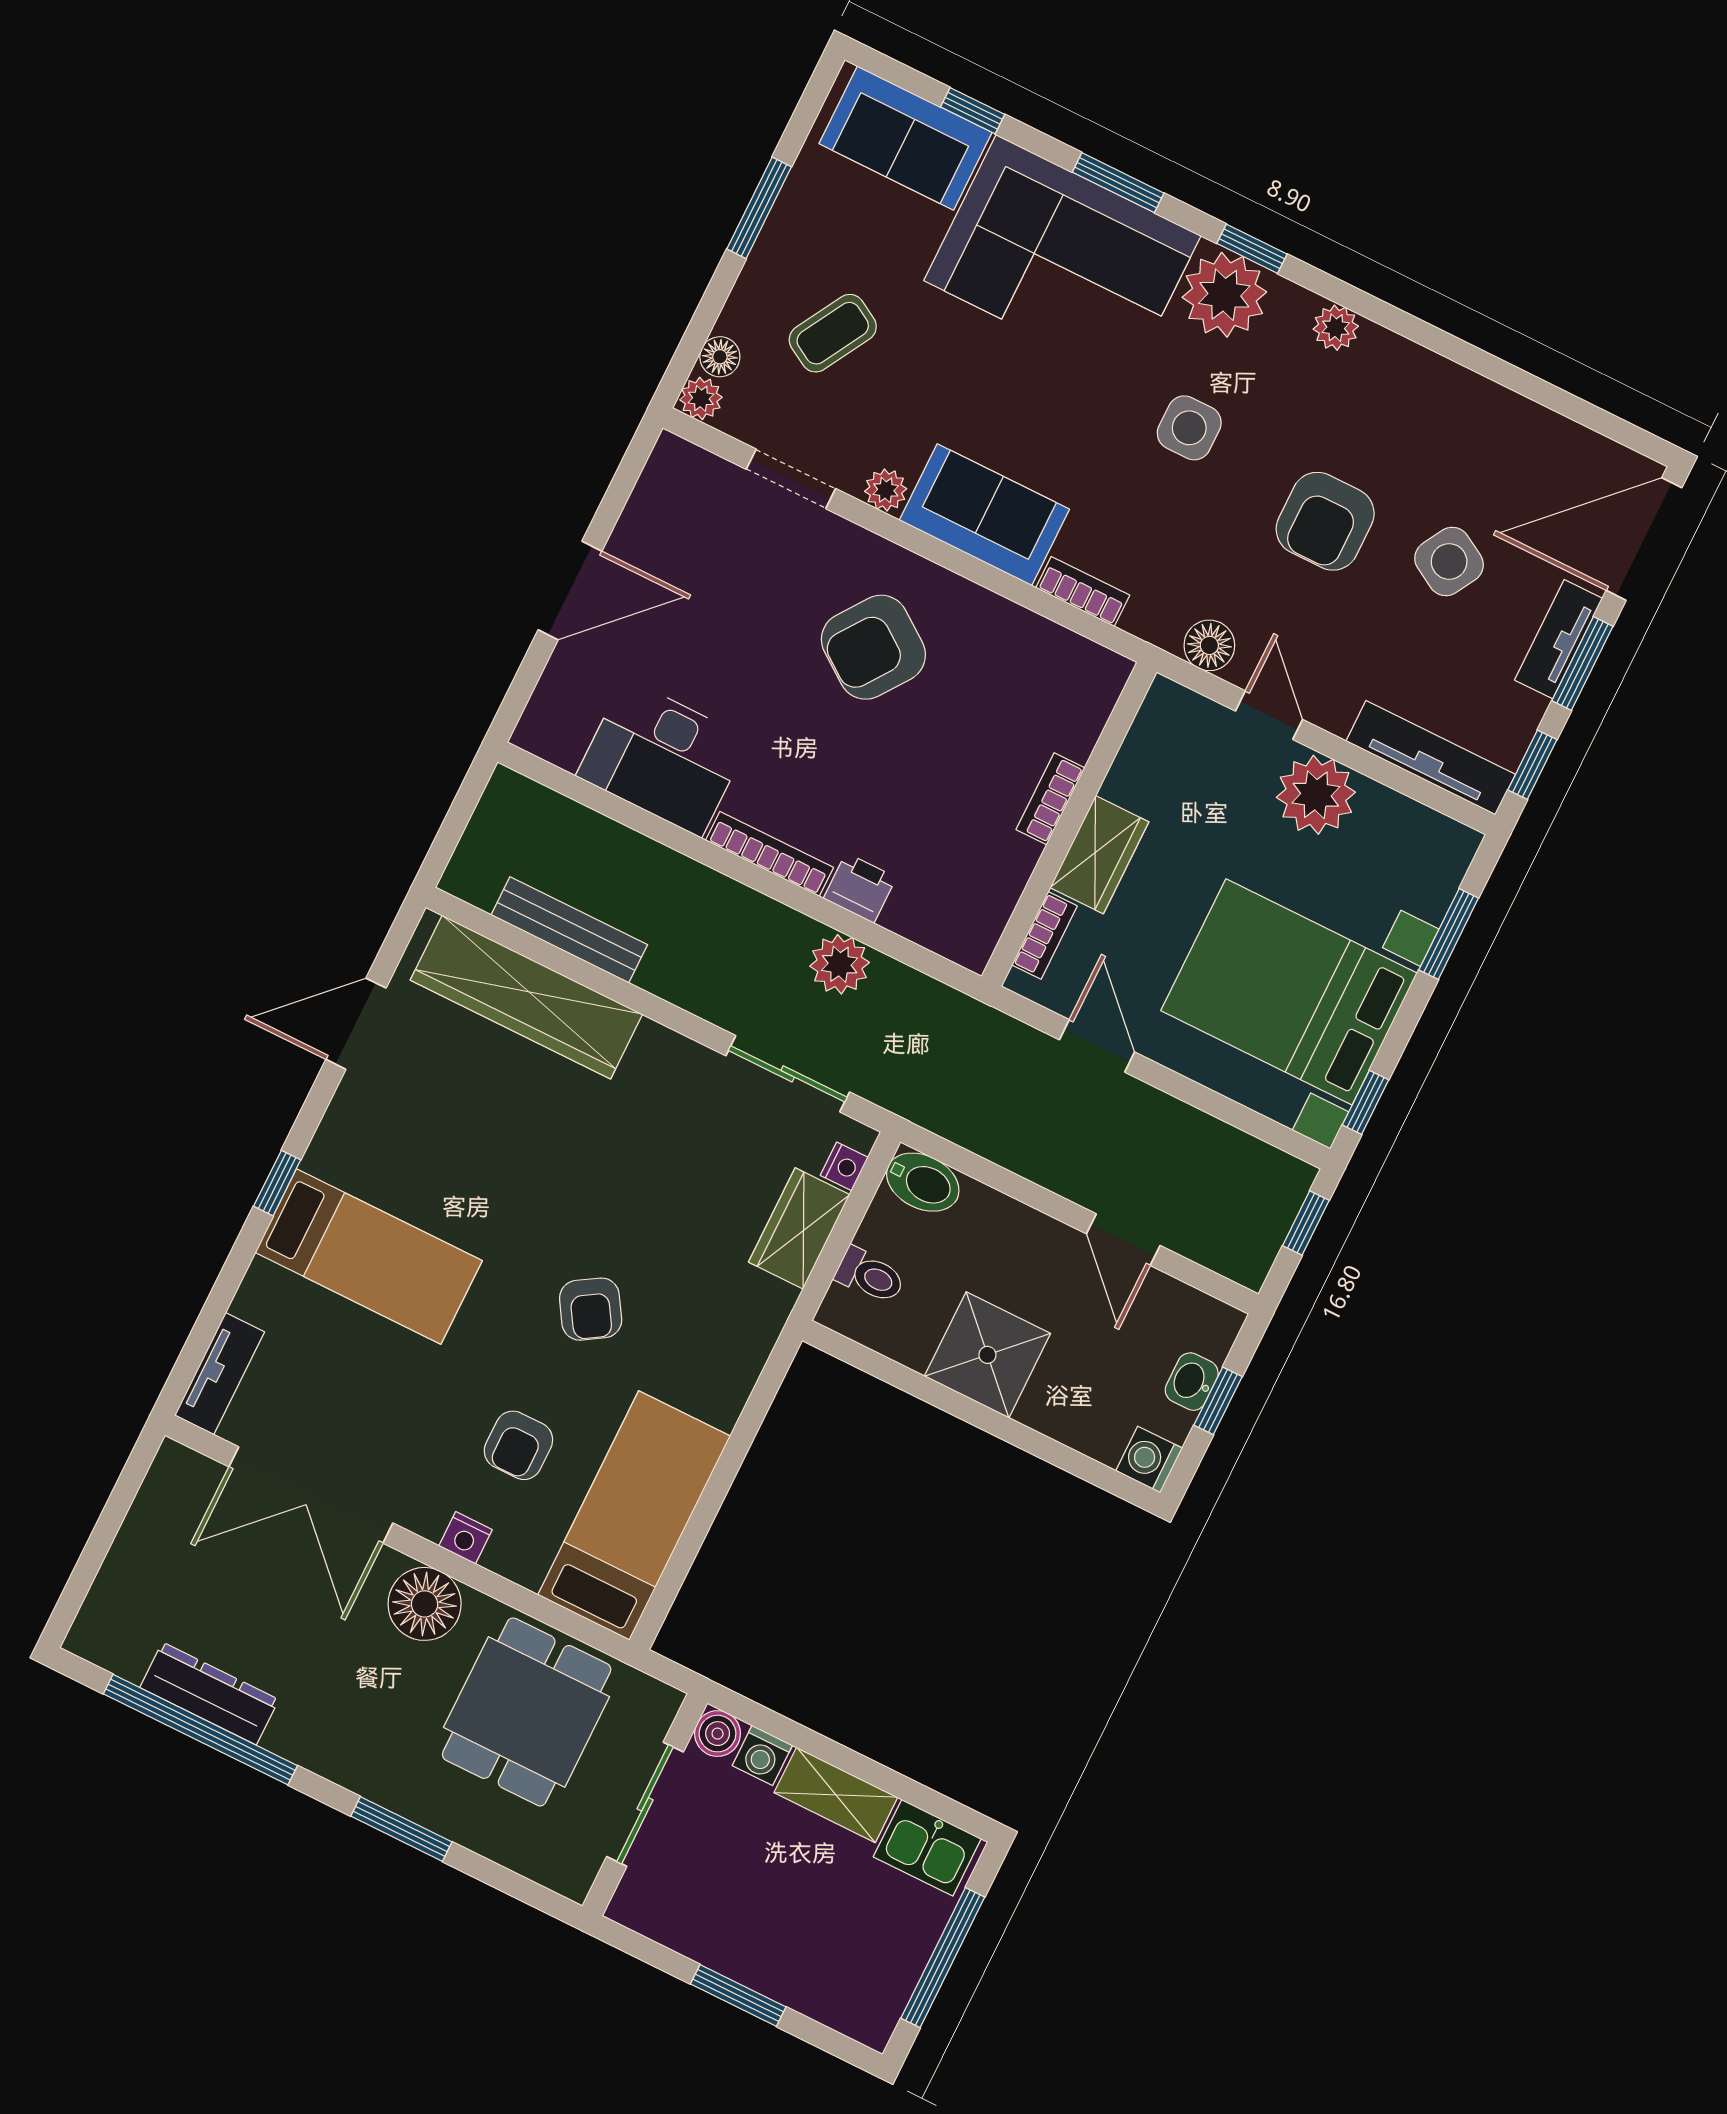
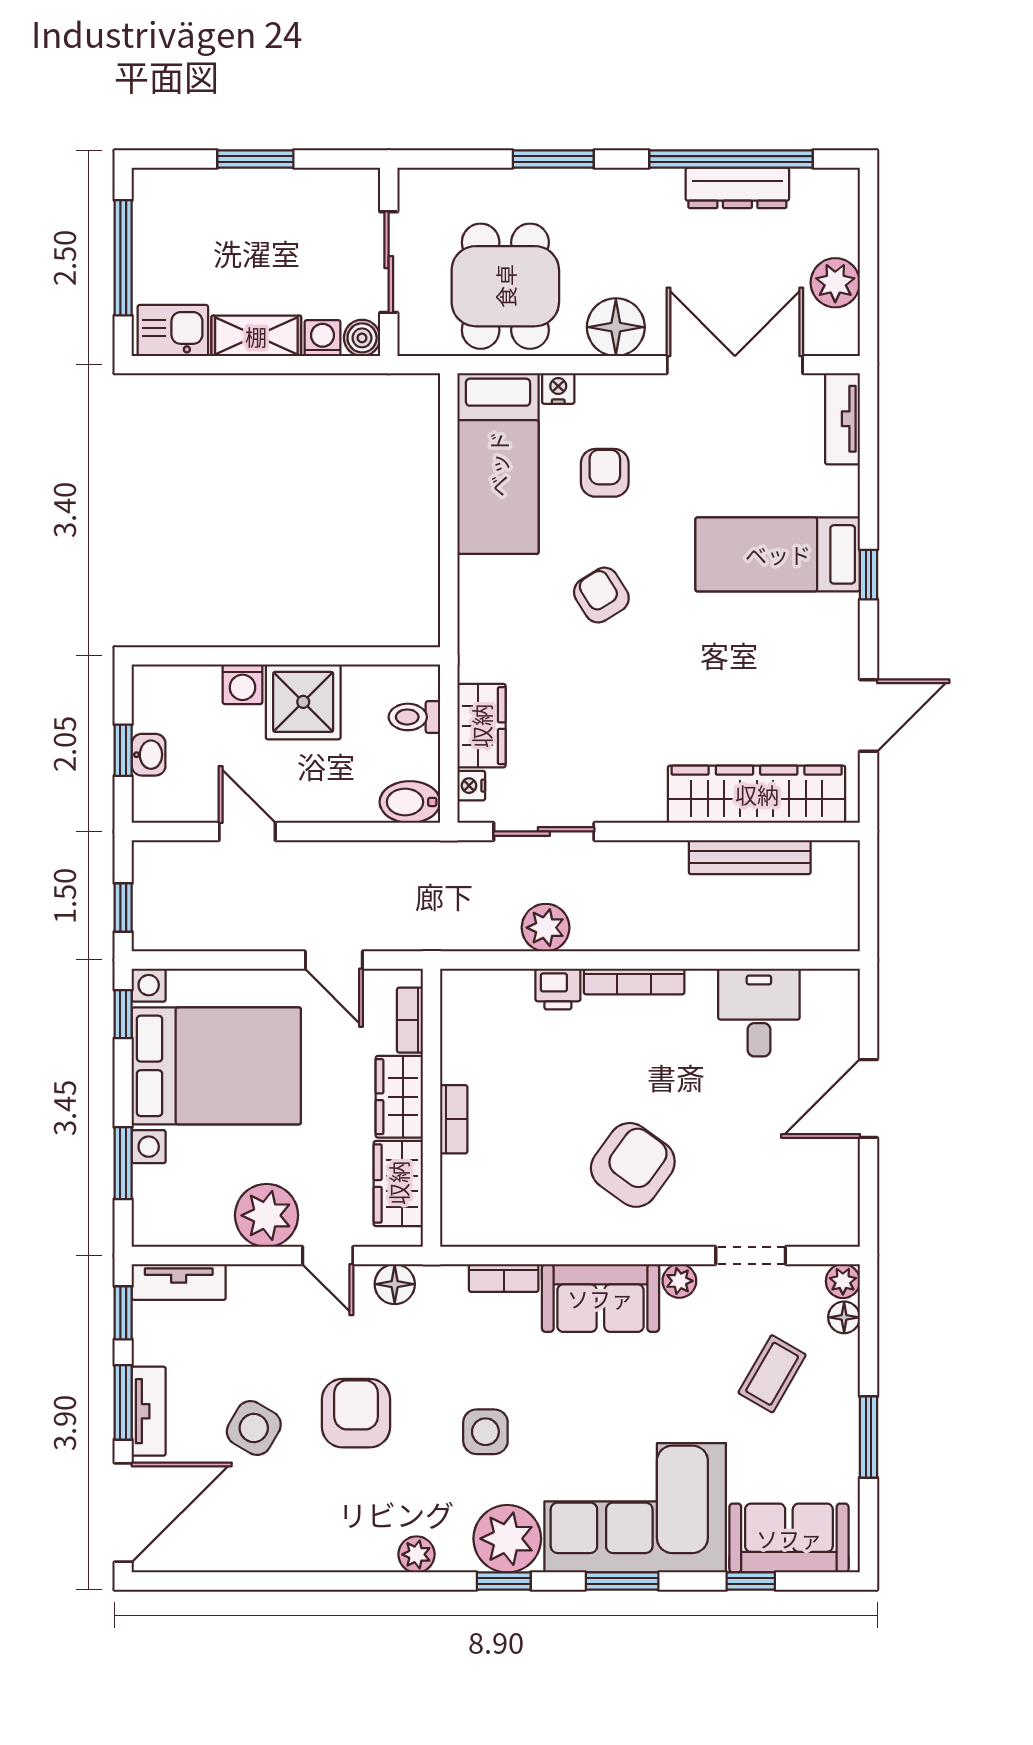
desk: (663, 757) -> (759, 1013), width x0.73
wardrobe: (1149, 757) -> (398, 1183), added
tv unit: (1431, 758) -> (179, 1282), width x0.71
washing machine: (1149, 1460) -> (243, 684), moved, turned 90
plant: (152, 1532) -> (835, 283), added
nightstand: (465, 1538) -> (558, 388), moved

